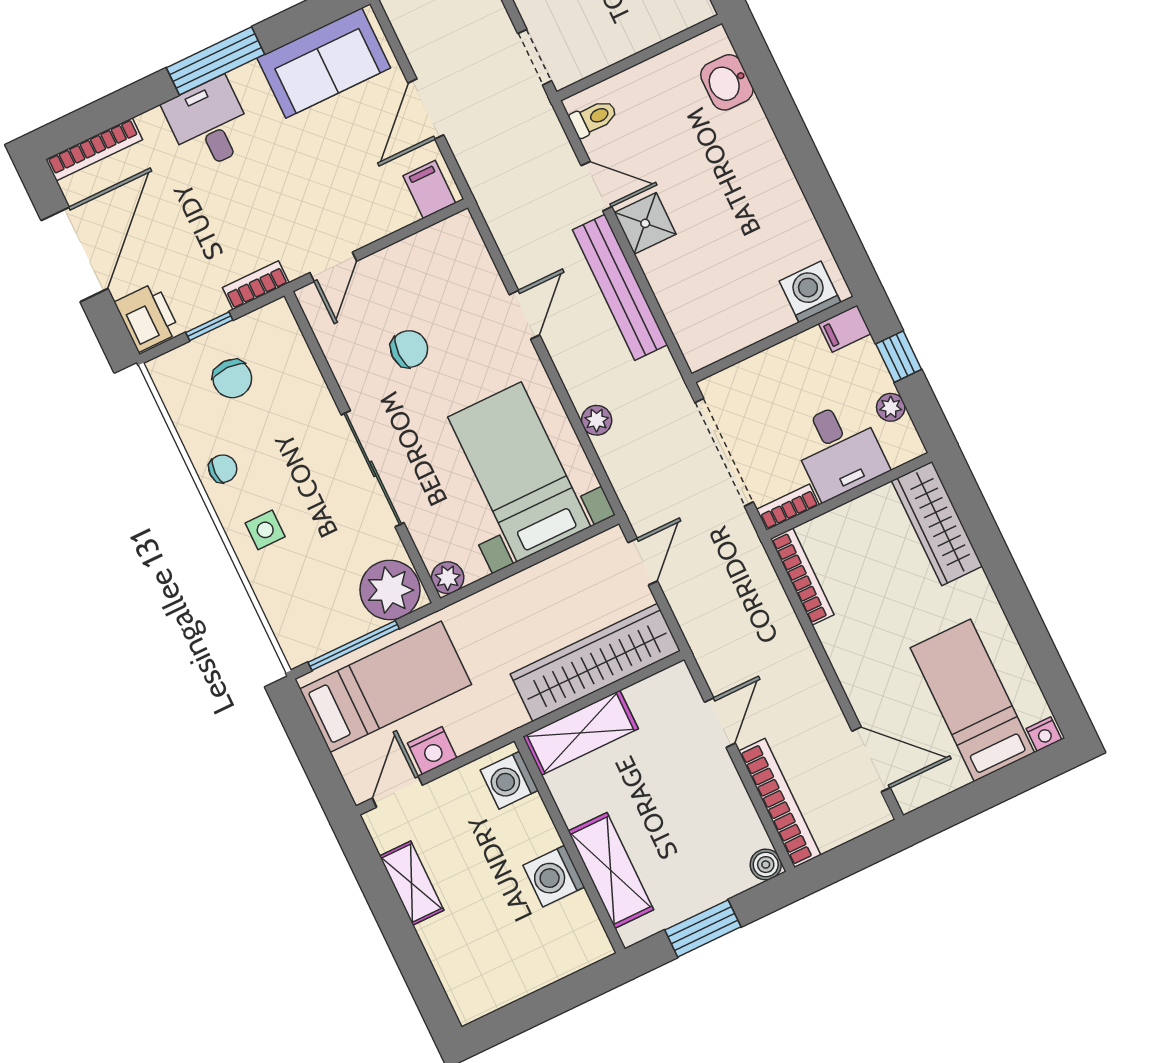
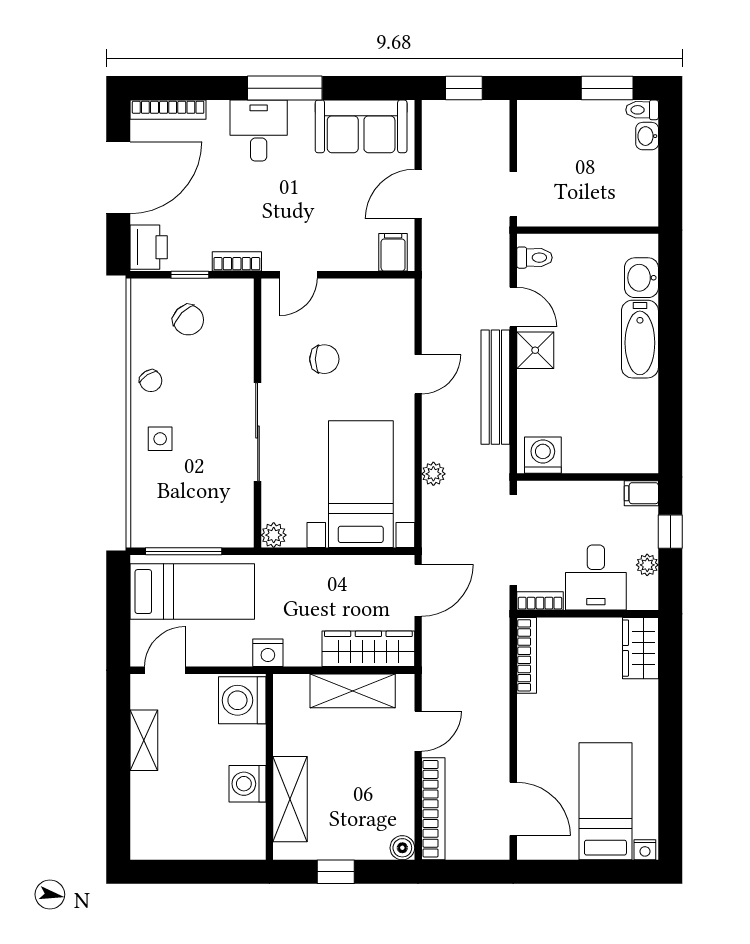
bathtub: (759, 153) -> (640, 339), added
washing machine: (810, 292) -> (543, 455), moved
chair: (232, 379) -> (188, 320), turned -45
chair: (223, 469) -> (151, 381), turned 58
wardrobe: (937, 524) -> (641, 648), width x0.67
door: (643, 562) -> (418, 590), width x1.38
plant: (390, 590) -> (228, 524), removed
wardrobe: (595, 662) -> (368, 649), width x0.71, depth x0.85
shelving: (581, 733) -> (353, 691), moved
nightstand: (432, 750) -> (268, 653), moved
washing machine: (509, 780) -> (242, 700), width x1.37, depth x1.37
window: (703, 928) -> (336, 872), width x0.67

